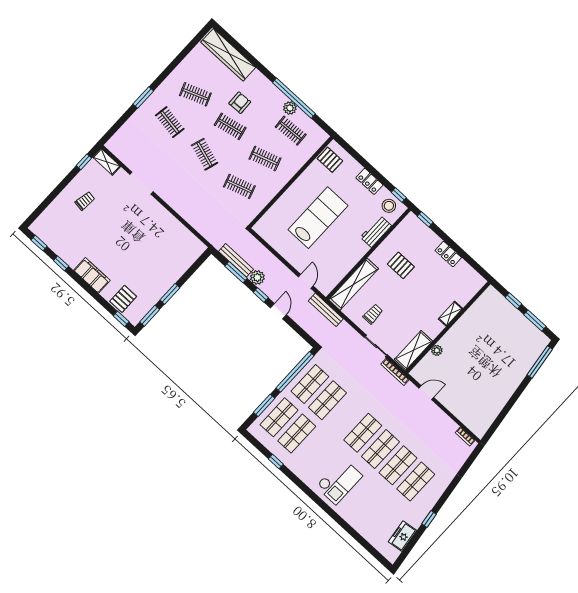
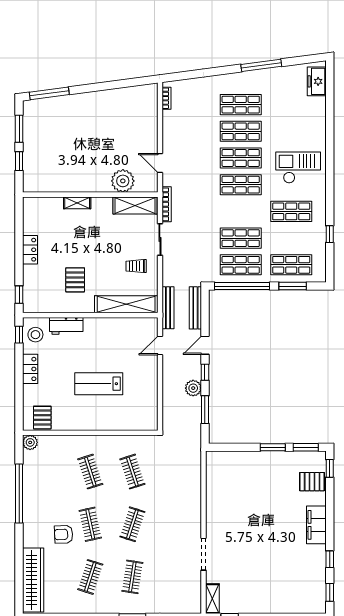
clothes rail: (195, 94) -> (90, 577), turned 39
plant: (290, 108) -> (30, 442), moved
clothes rail: (291, 131) -> (48, 472), removed
trolley: (85, 201) -> (261, 587), removed
lab bench: (318, 218) -> (99, 384), width x0.73, depth x0.72
bench: (236, 260) -> (195, 308), moved
plant: (437, 350) -> (123, 181), width x1.88, depth x1.88
shop shelf: (297, 434) -> (291, 211), moved
window: (429, 519) -> (261, 65), width x2.17
freezer: (403, 536) -> (317, 81), moved, turned 98

